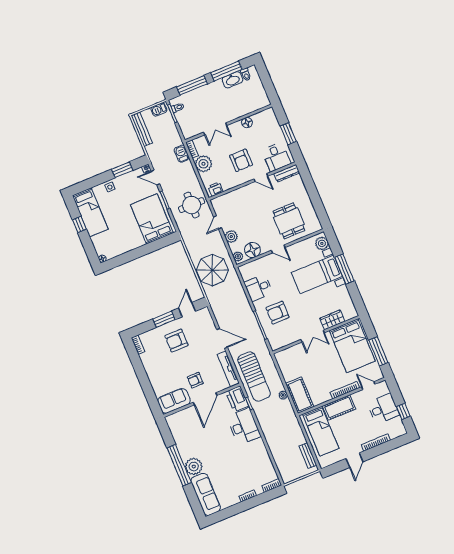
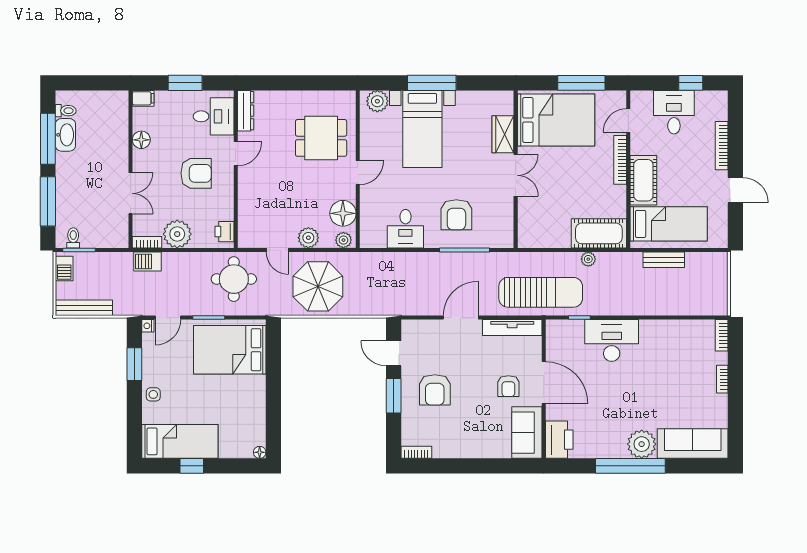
filing cabinet: (270, 114) -> (143, 98), added
parasol: (212, 270) -> (318, 286), moved
printer: (237, 399) -> (559, 440), moved, turned -90
bench: (308, 456) -> (664, 260), moved

